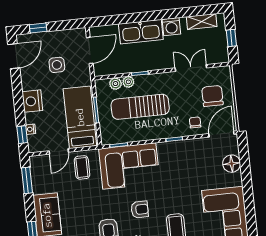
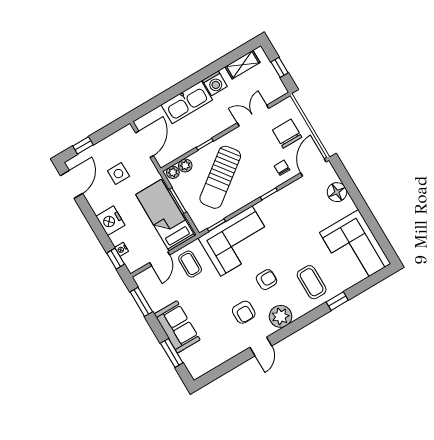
plant: (128, 82) -> (173, 172), moved
sun lounger: (140, 107) -> (220, 177), turned -37

